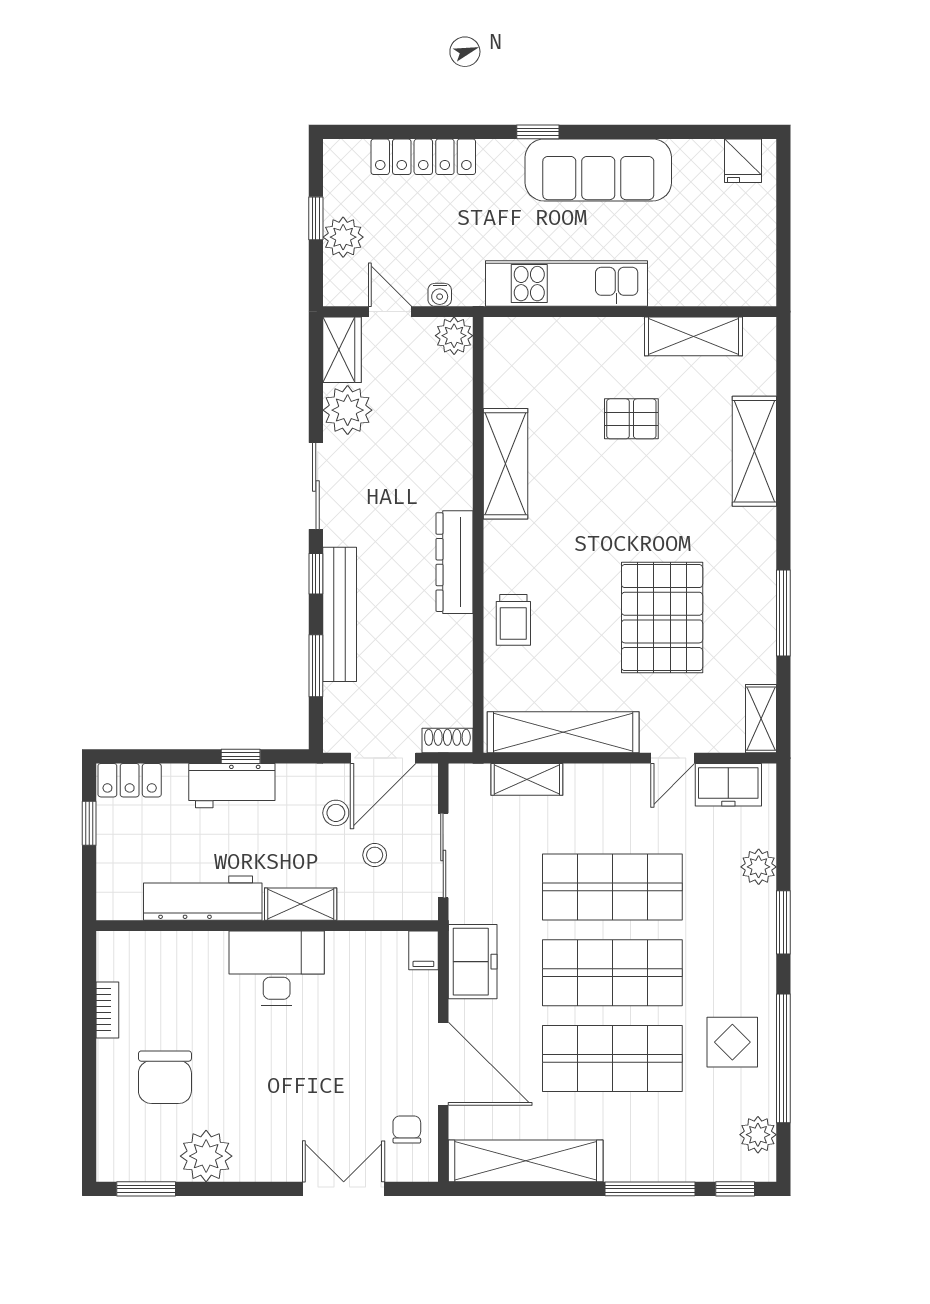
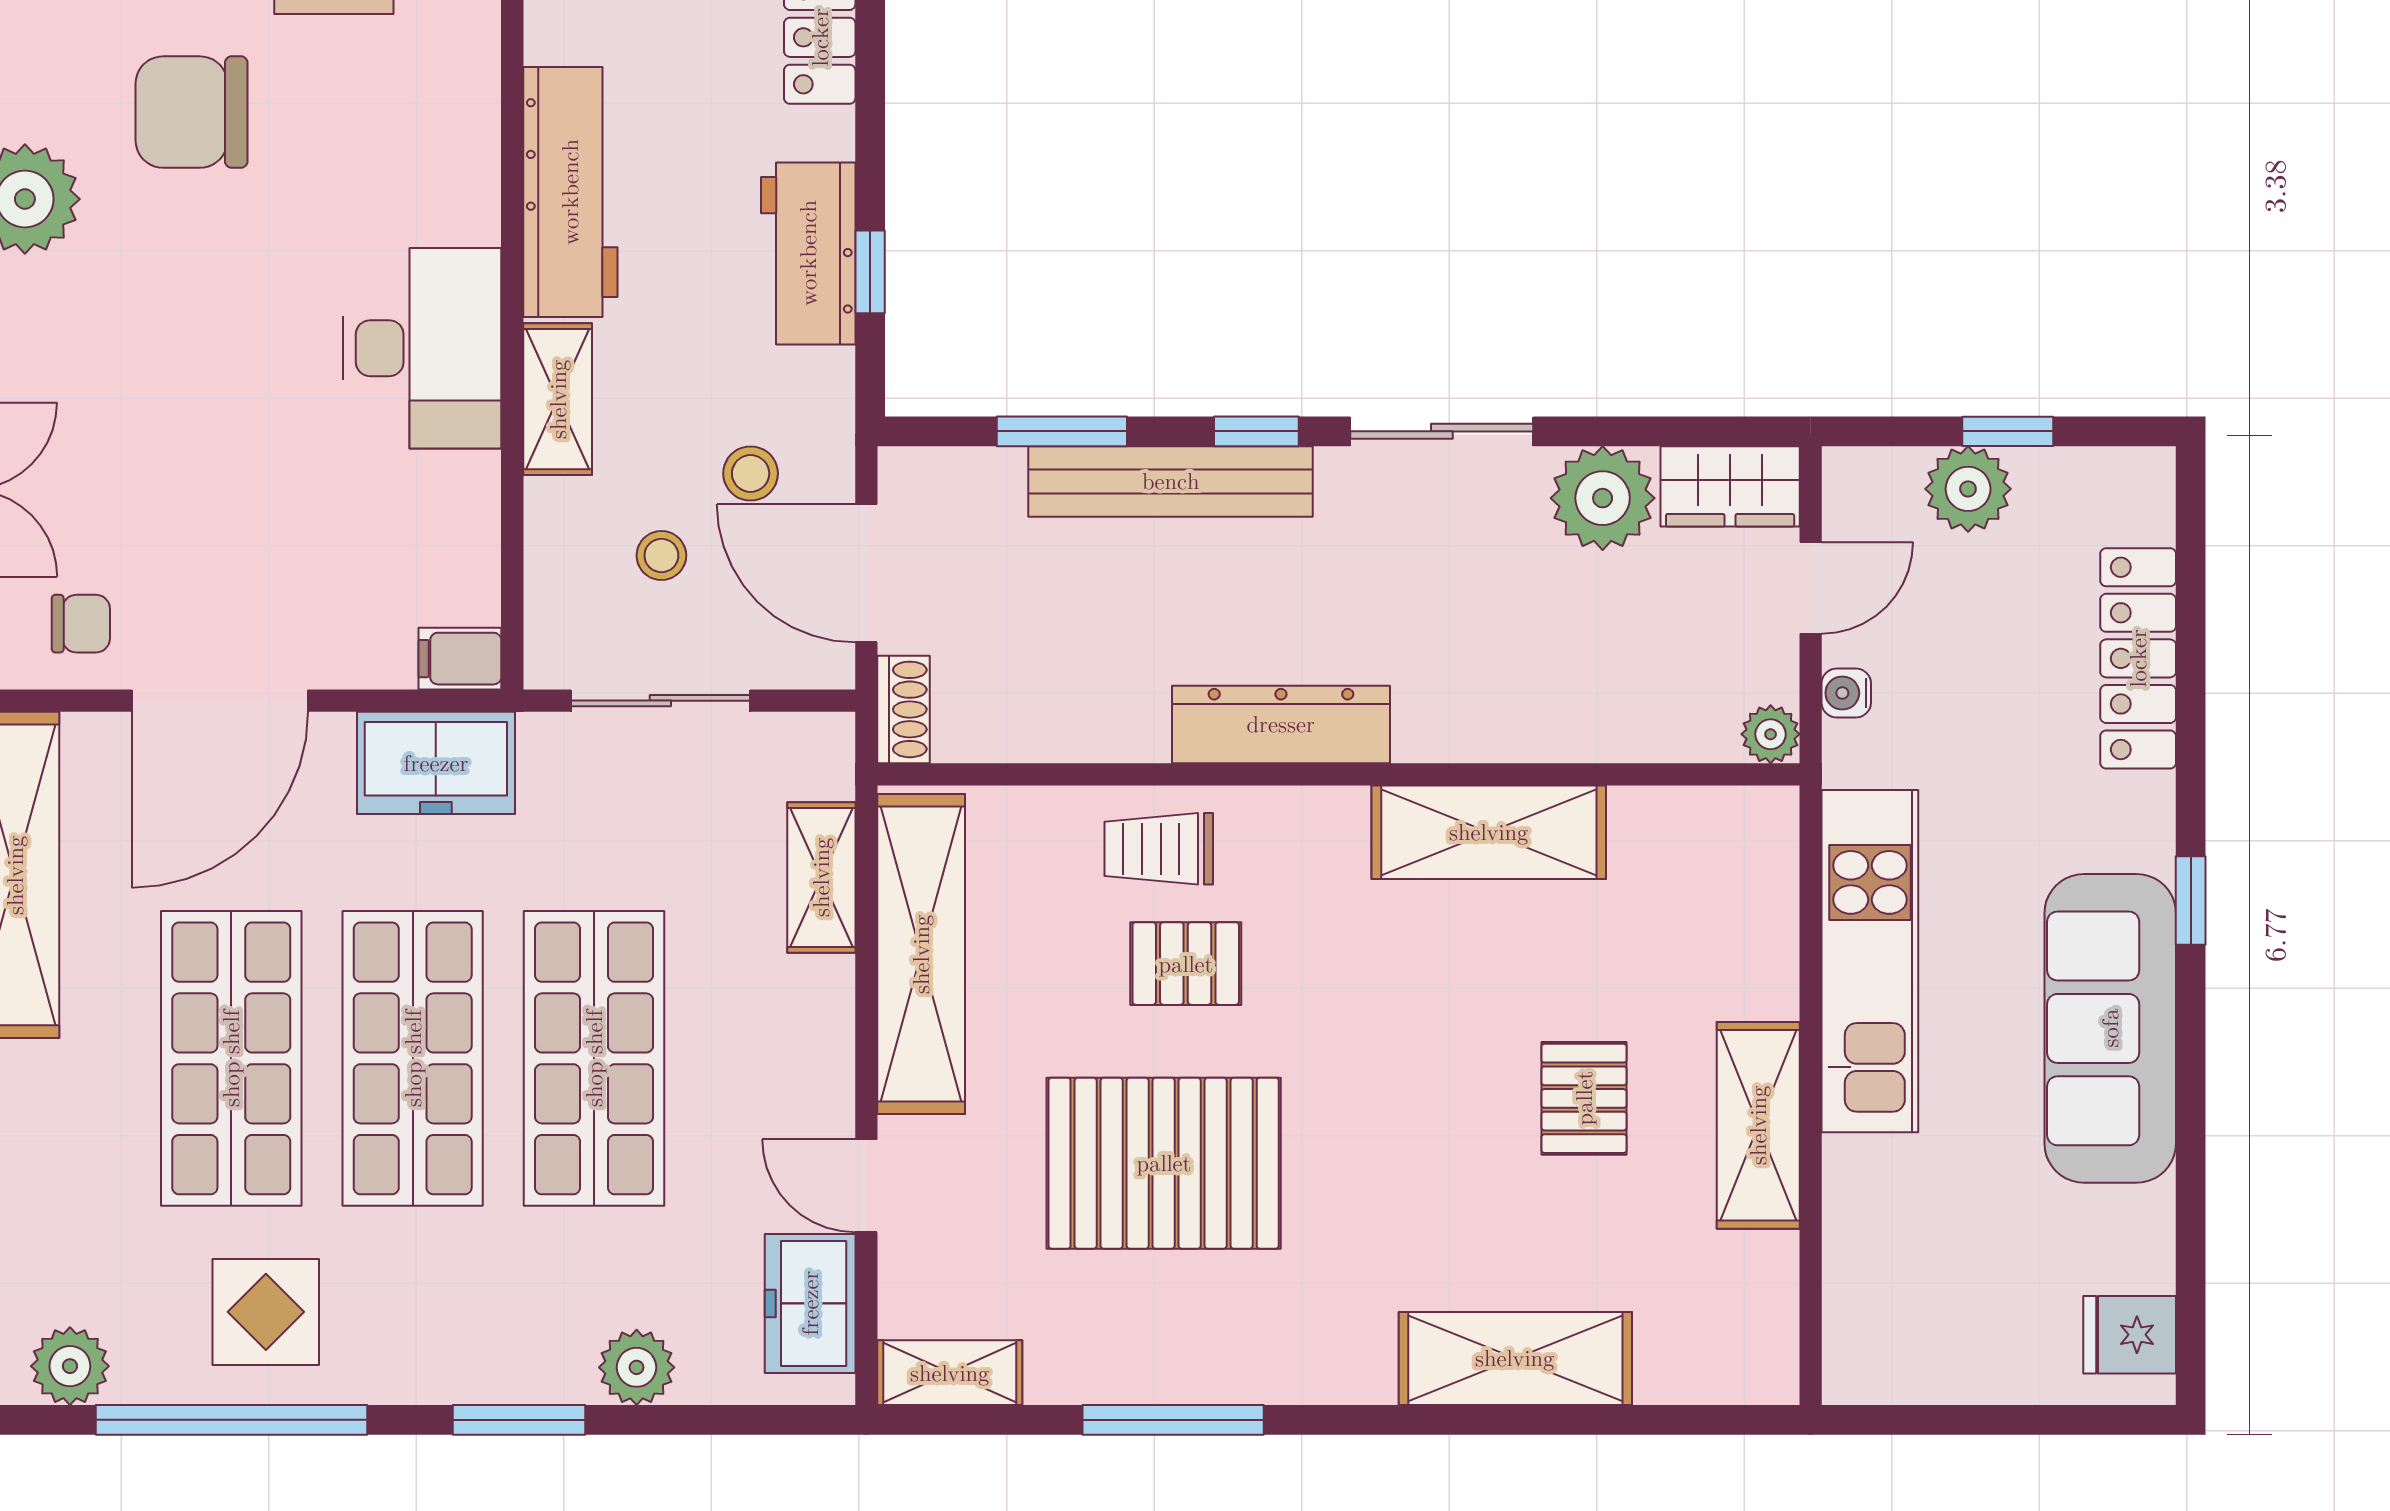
plant: (454, 336) -> (1771, 734), width x0.73, depth x0.73
shelving: (693, 336) -> (1758, 1125), moved
pallet: (568, 607) -> (1186, 964), added

